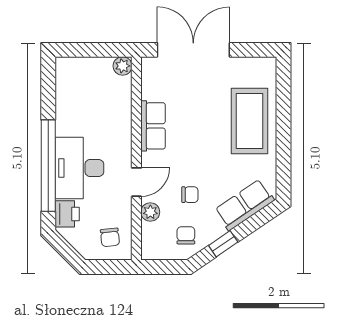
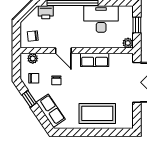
window: (90, 50) -> (137, 25), added
desk: (79, 168) -> (101, 19), moved
plant: (150, 212) -> (33, 58), moved

